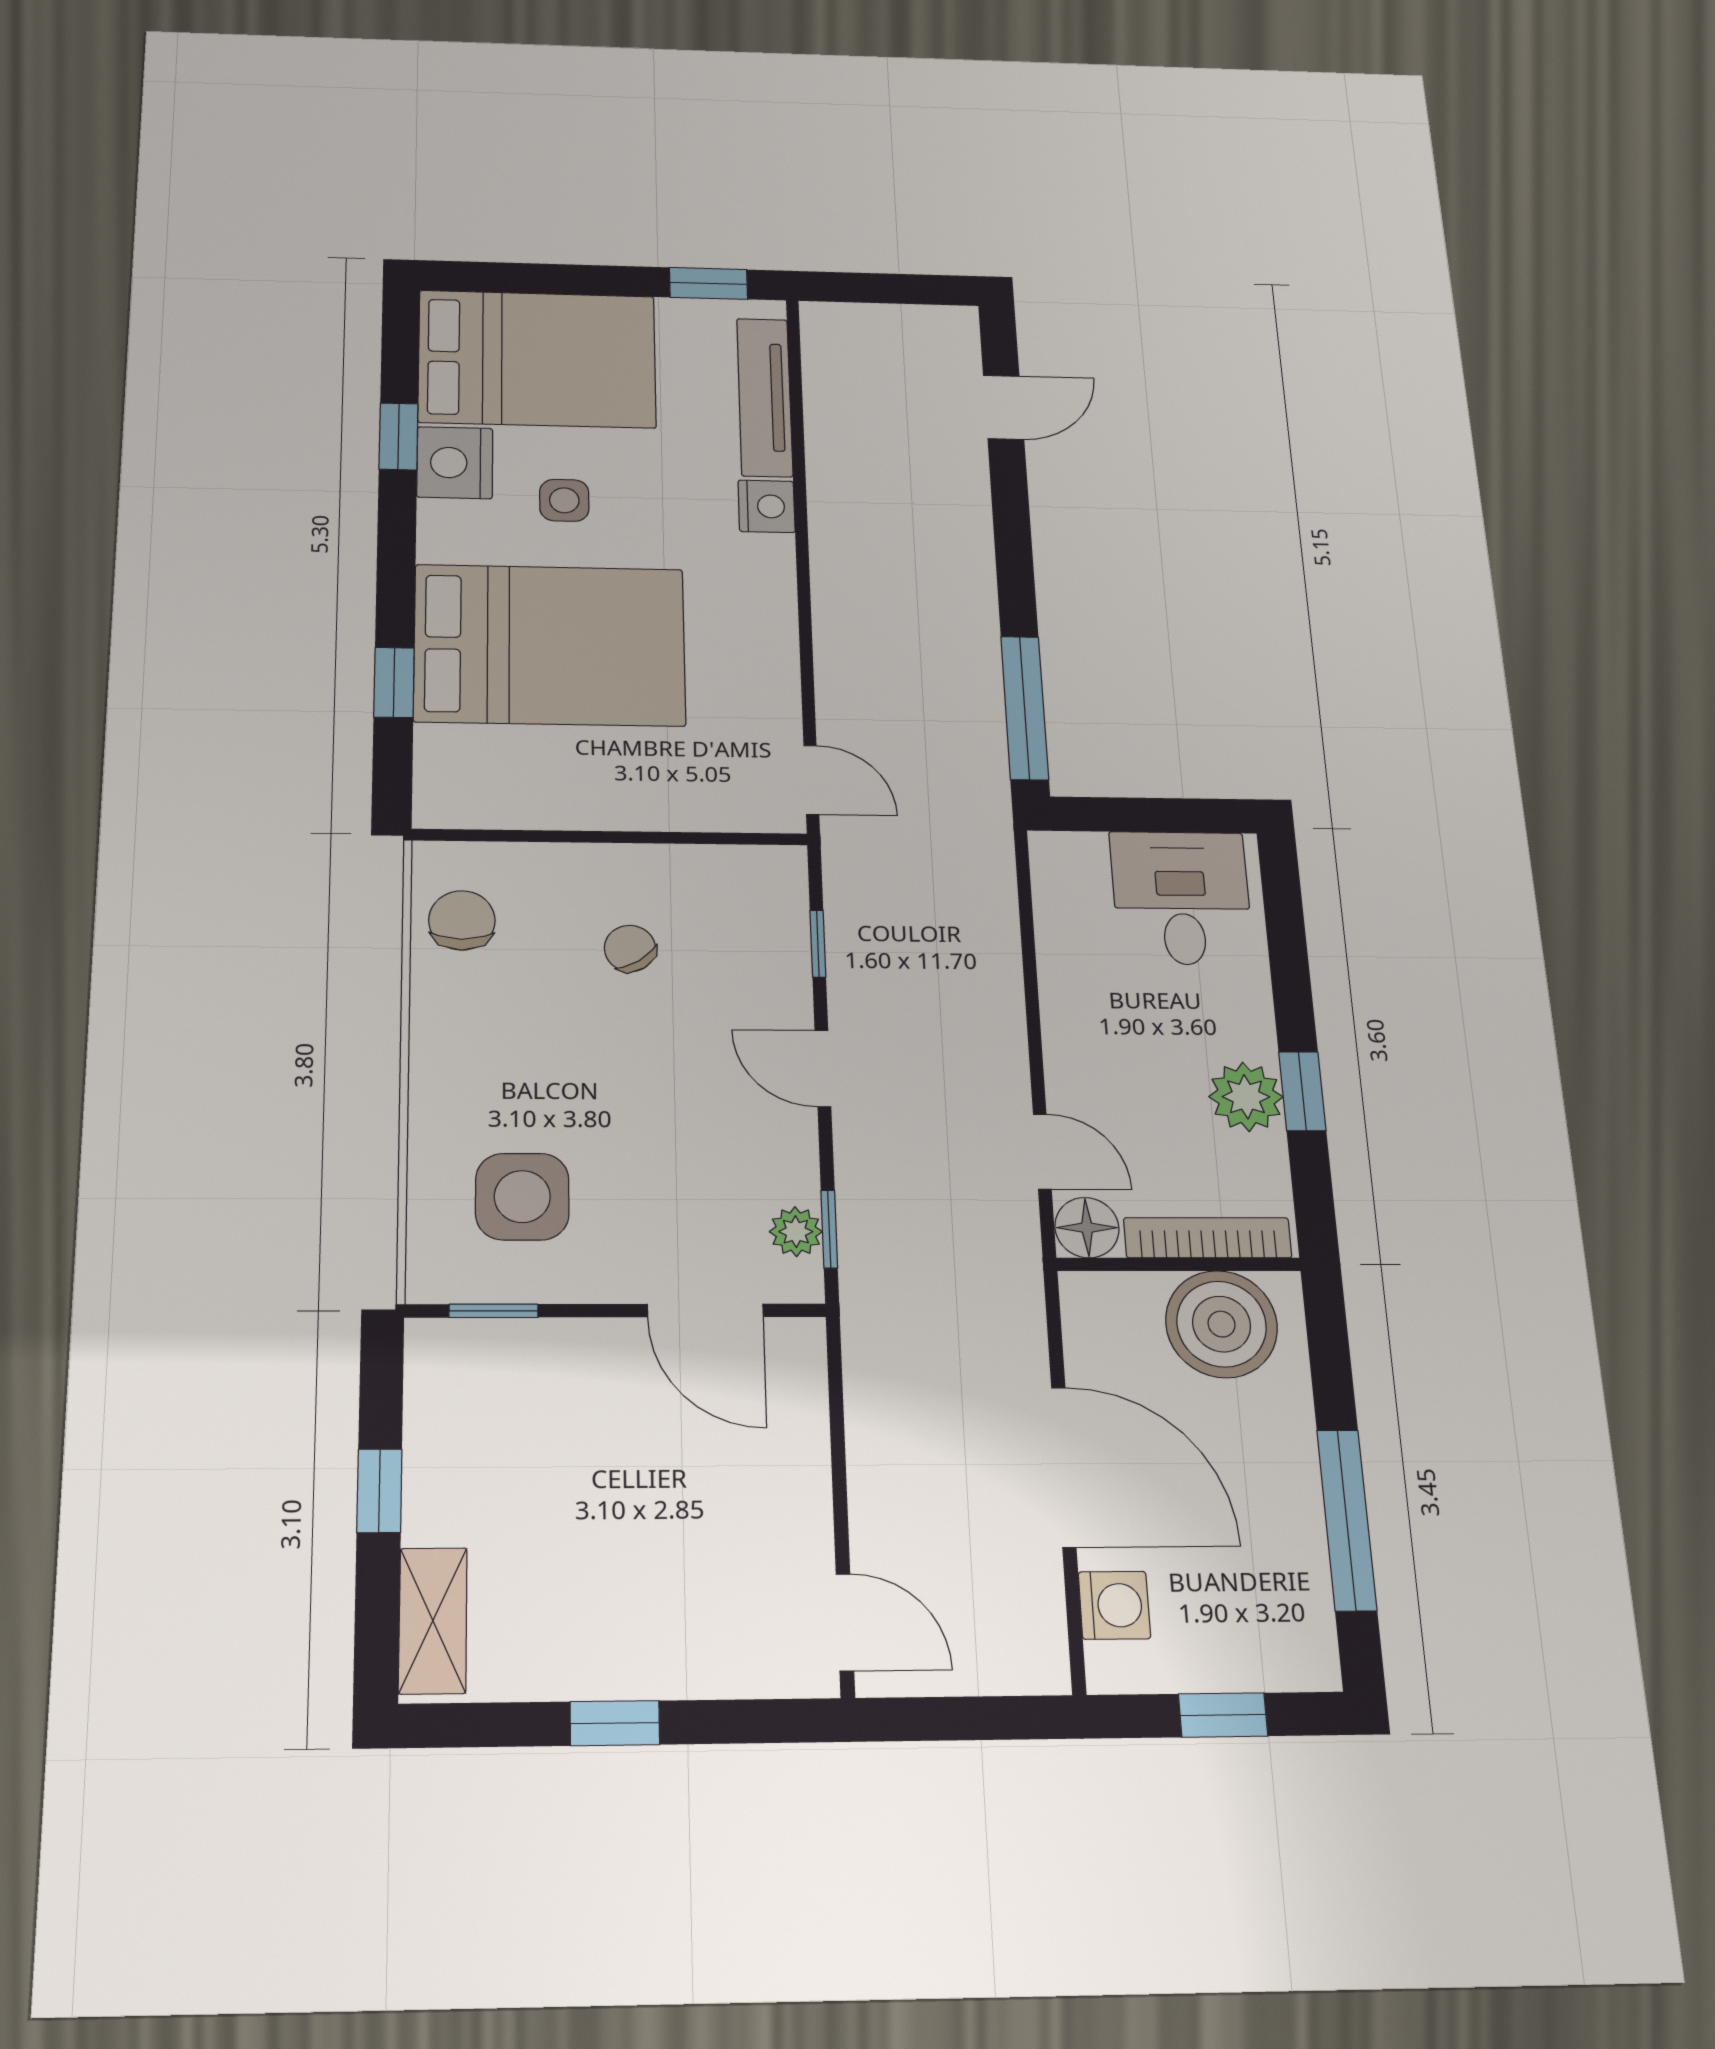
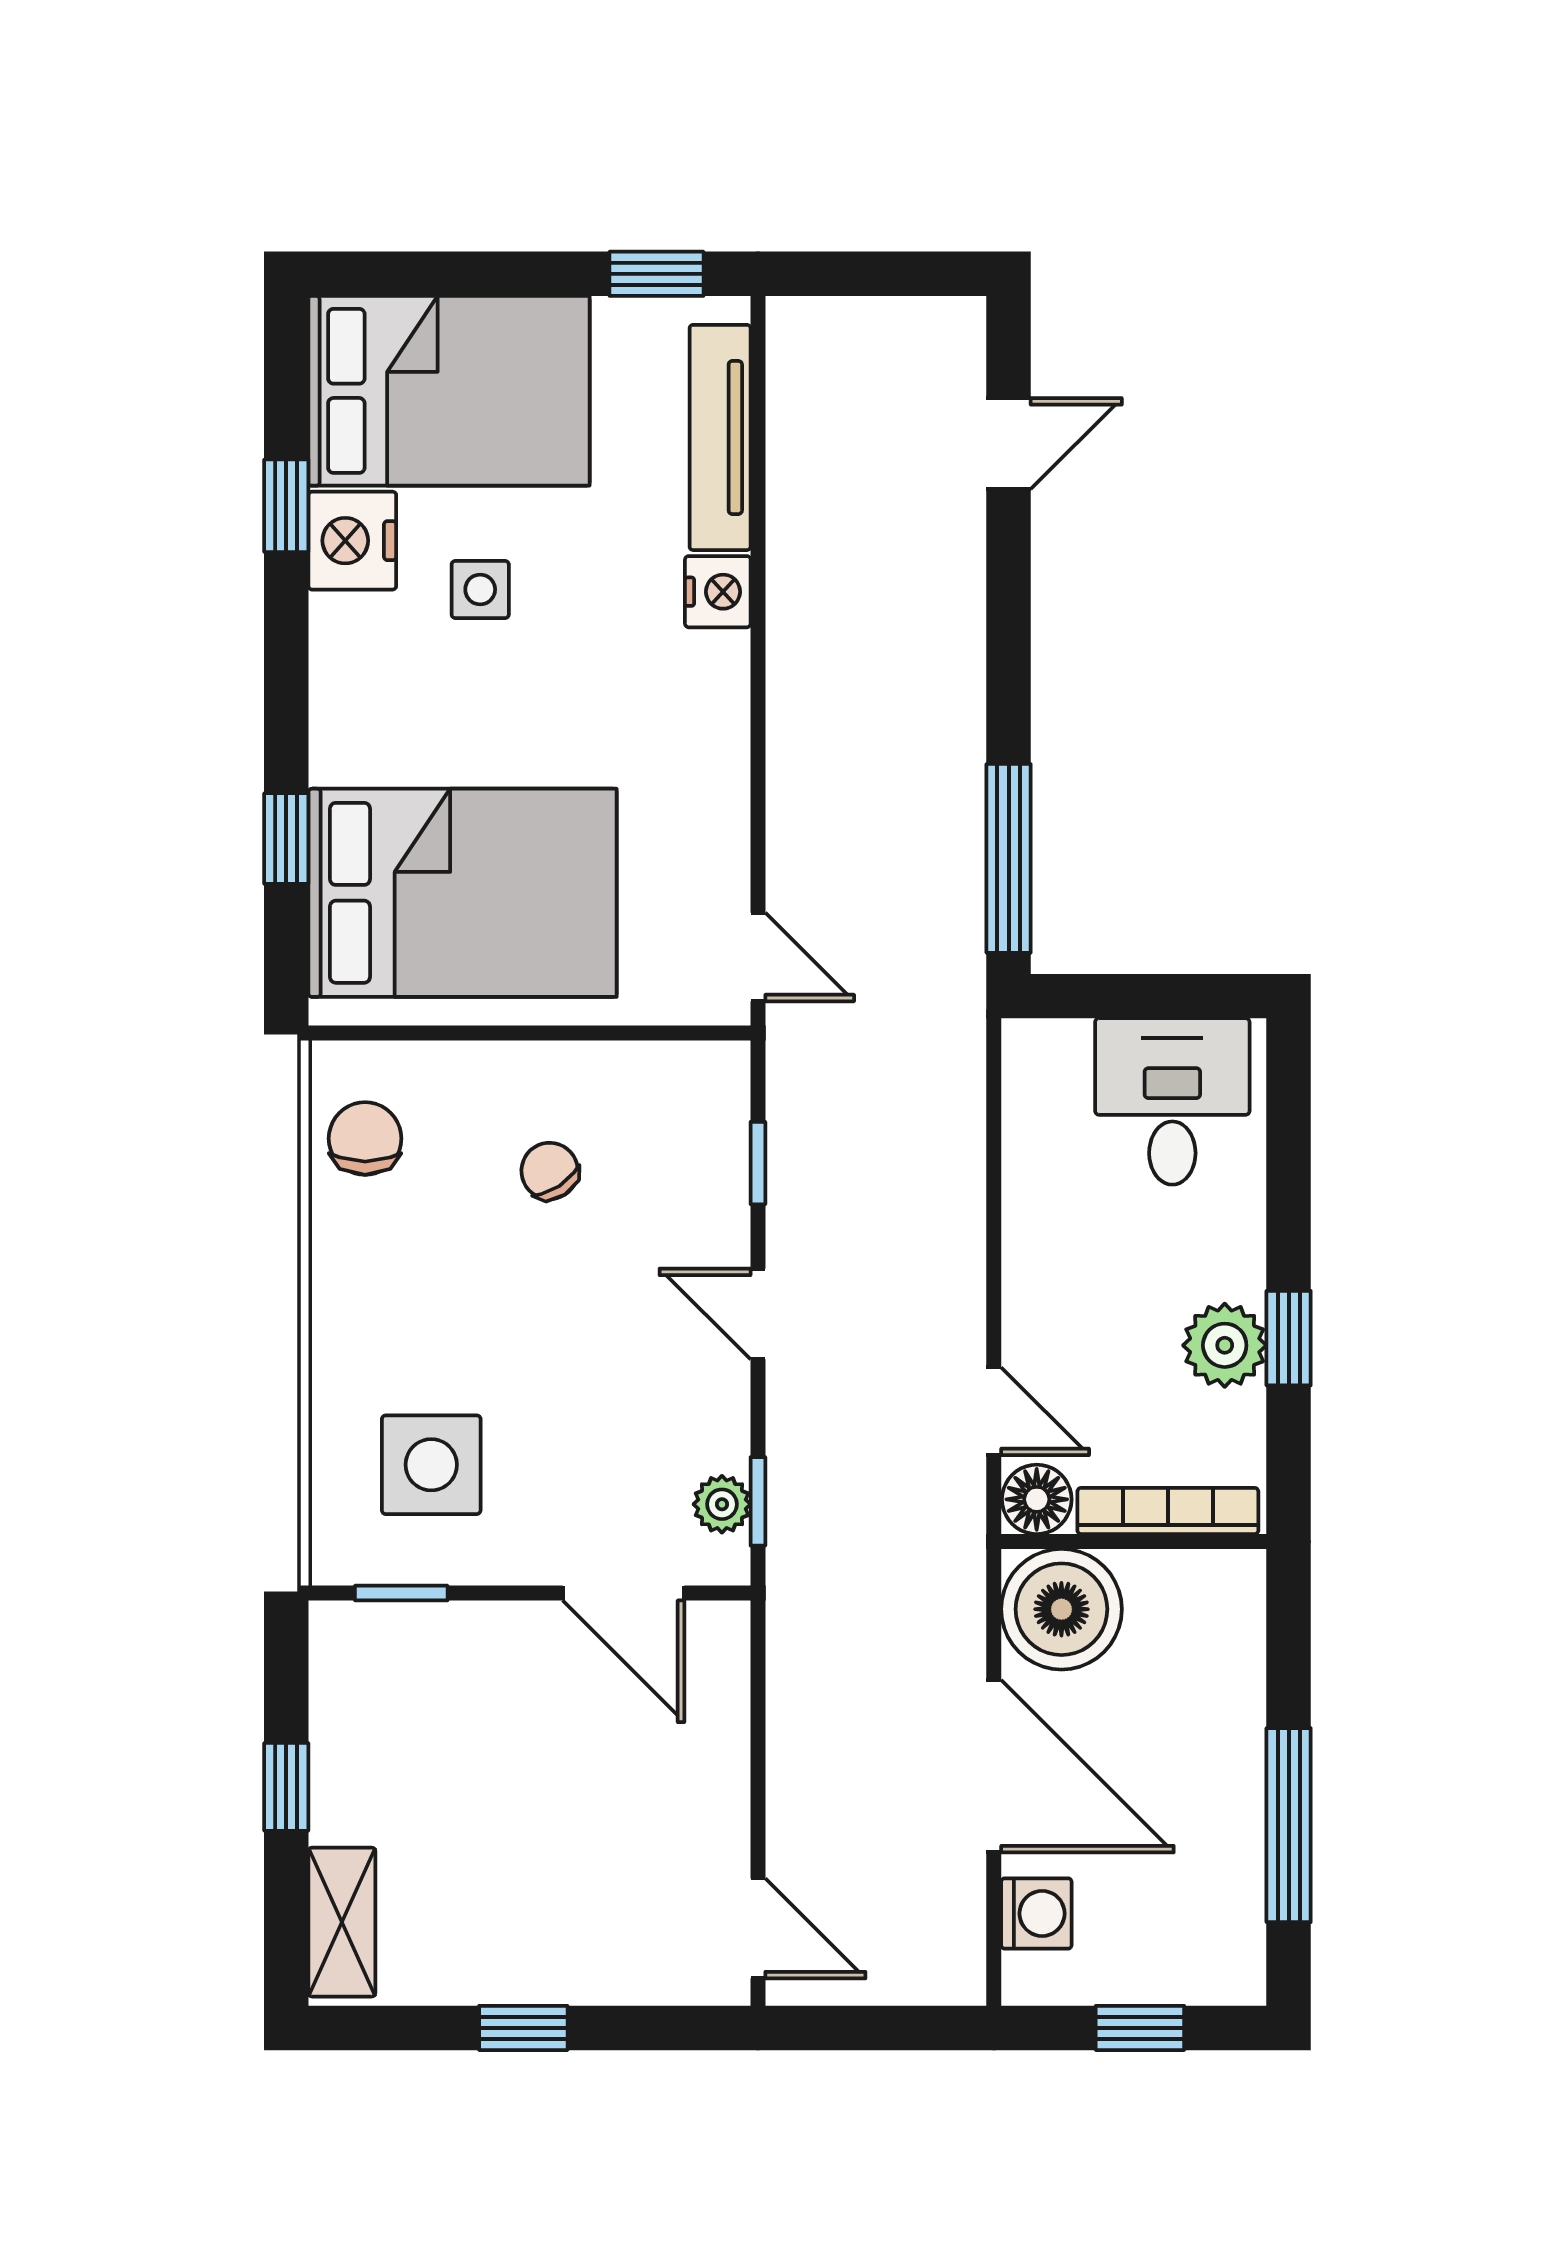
bed: (550, 645) -> (463, 893), moved
boiler: (1222, 1324) -> (1061, 1609), moved

